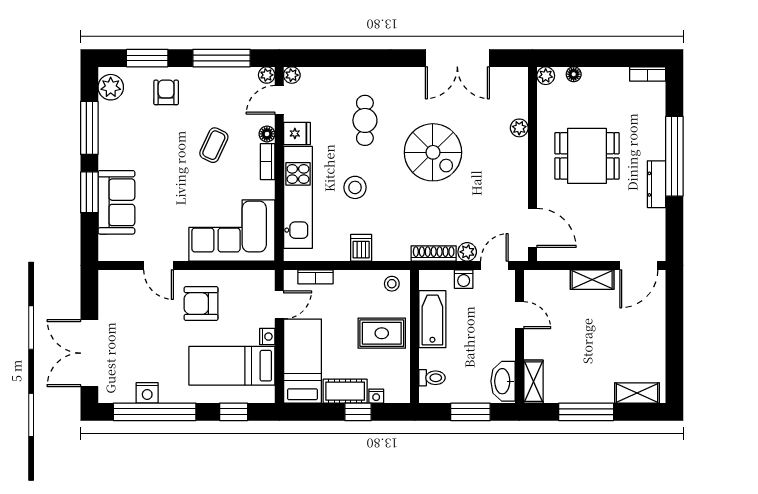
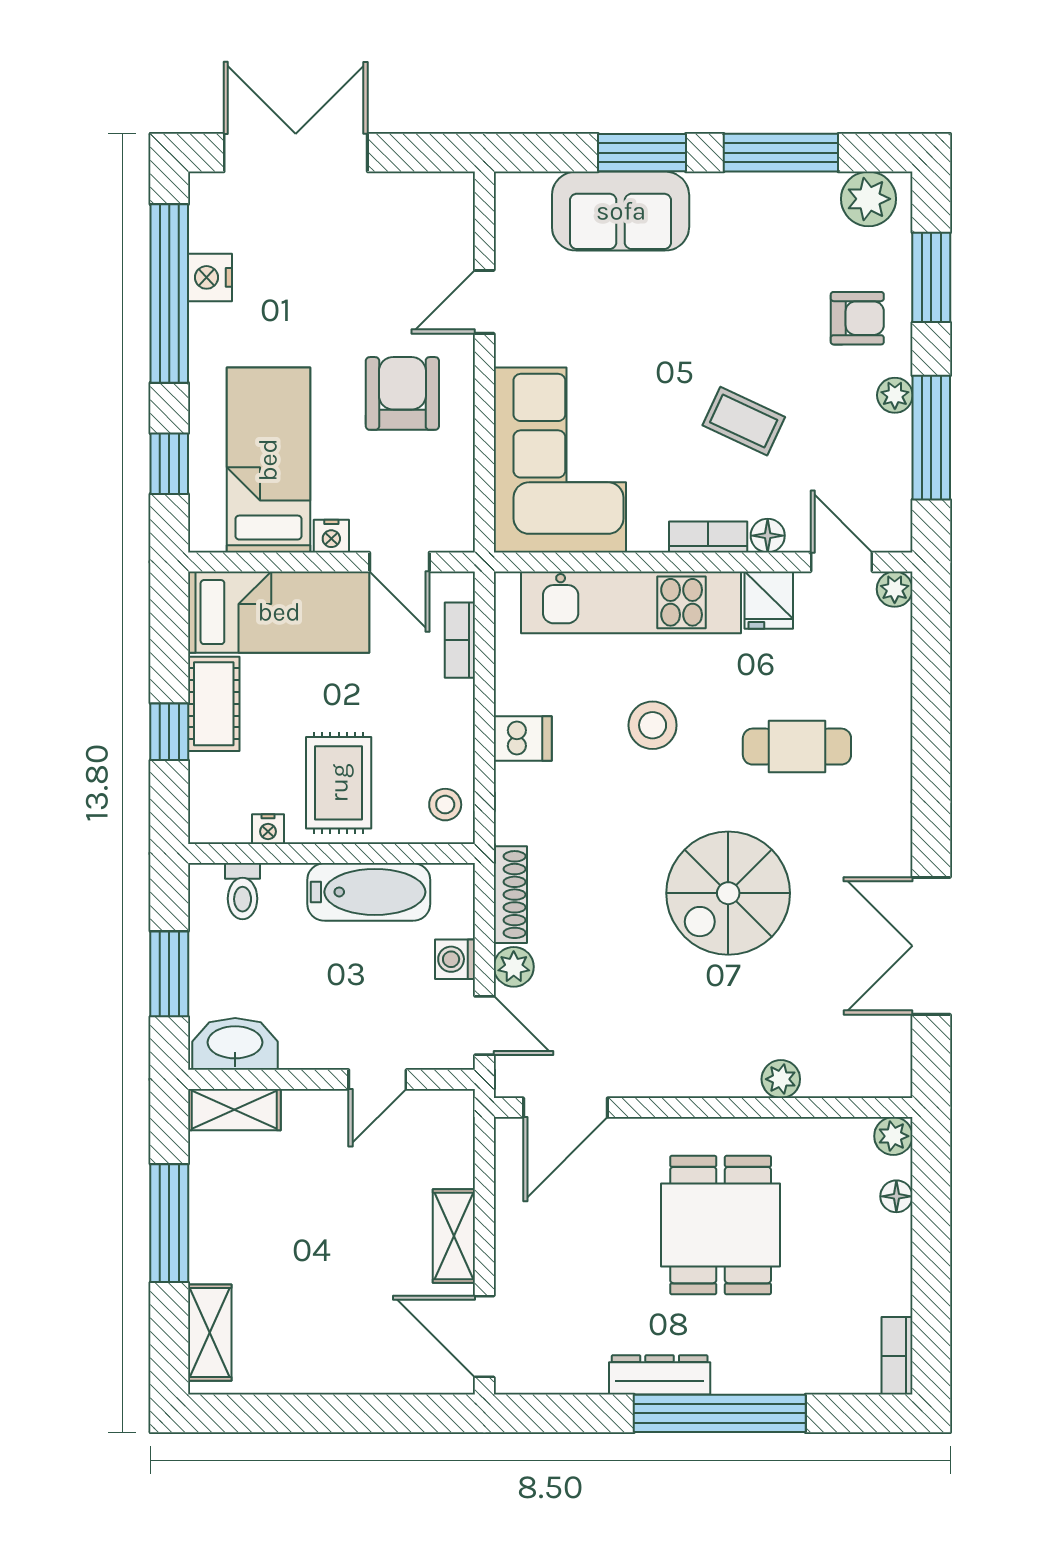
plant: (267, 75) -> (895, 395), moved
nightstand: (376, 396) -> (268, 829), moved, turned -90

